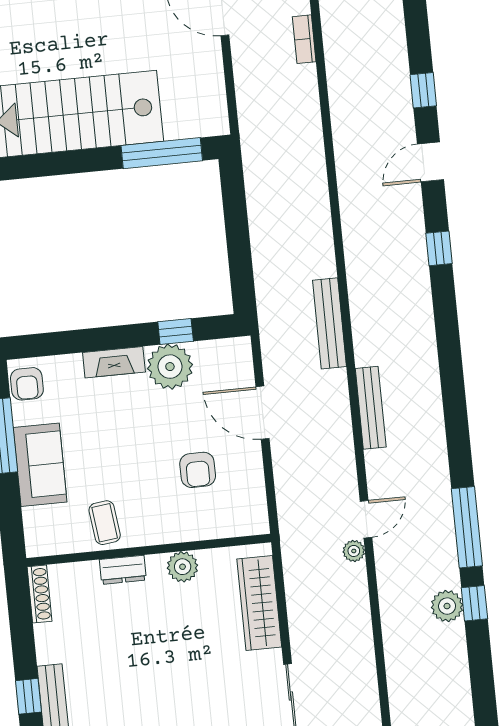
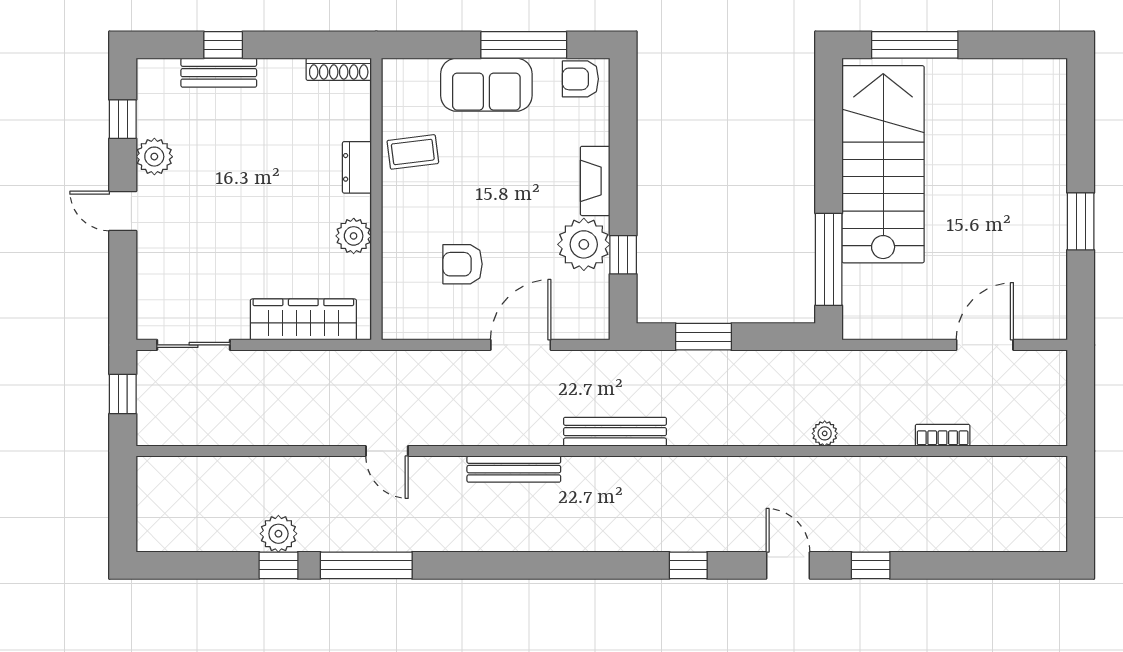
window: (240, 255) -> (703, 337), added
plant: (354, 551) -> (825, 433), moved

